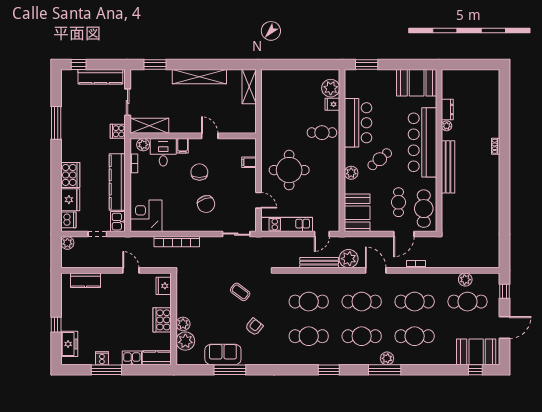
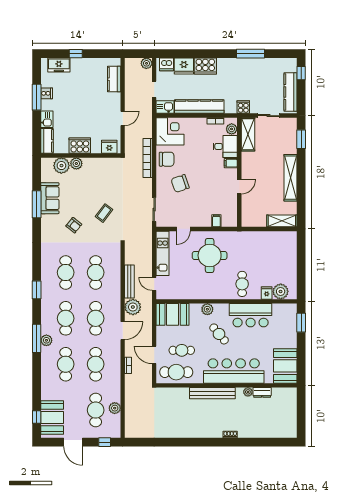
chair: (199, 172) -> (167, 159), moved

